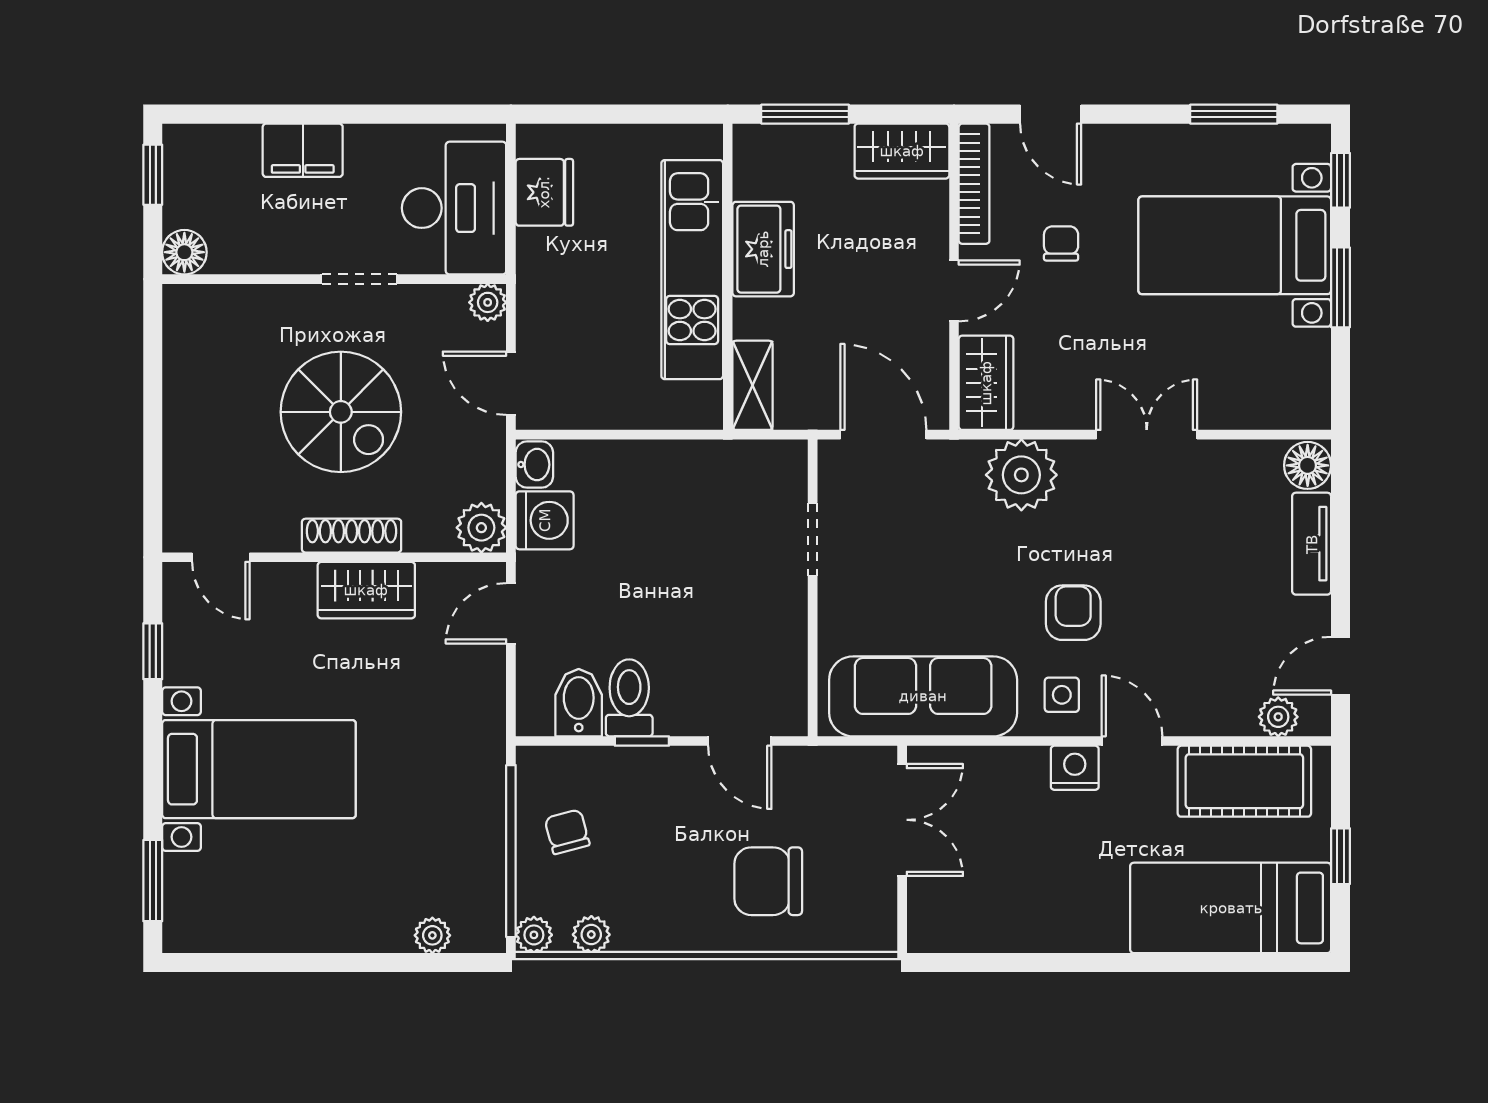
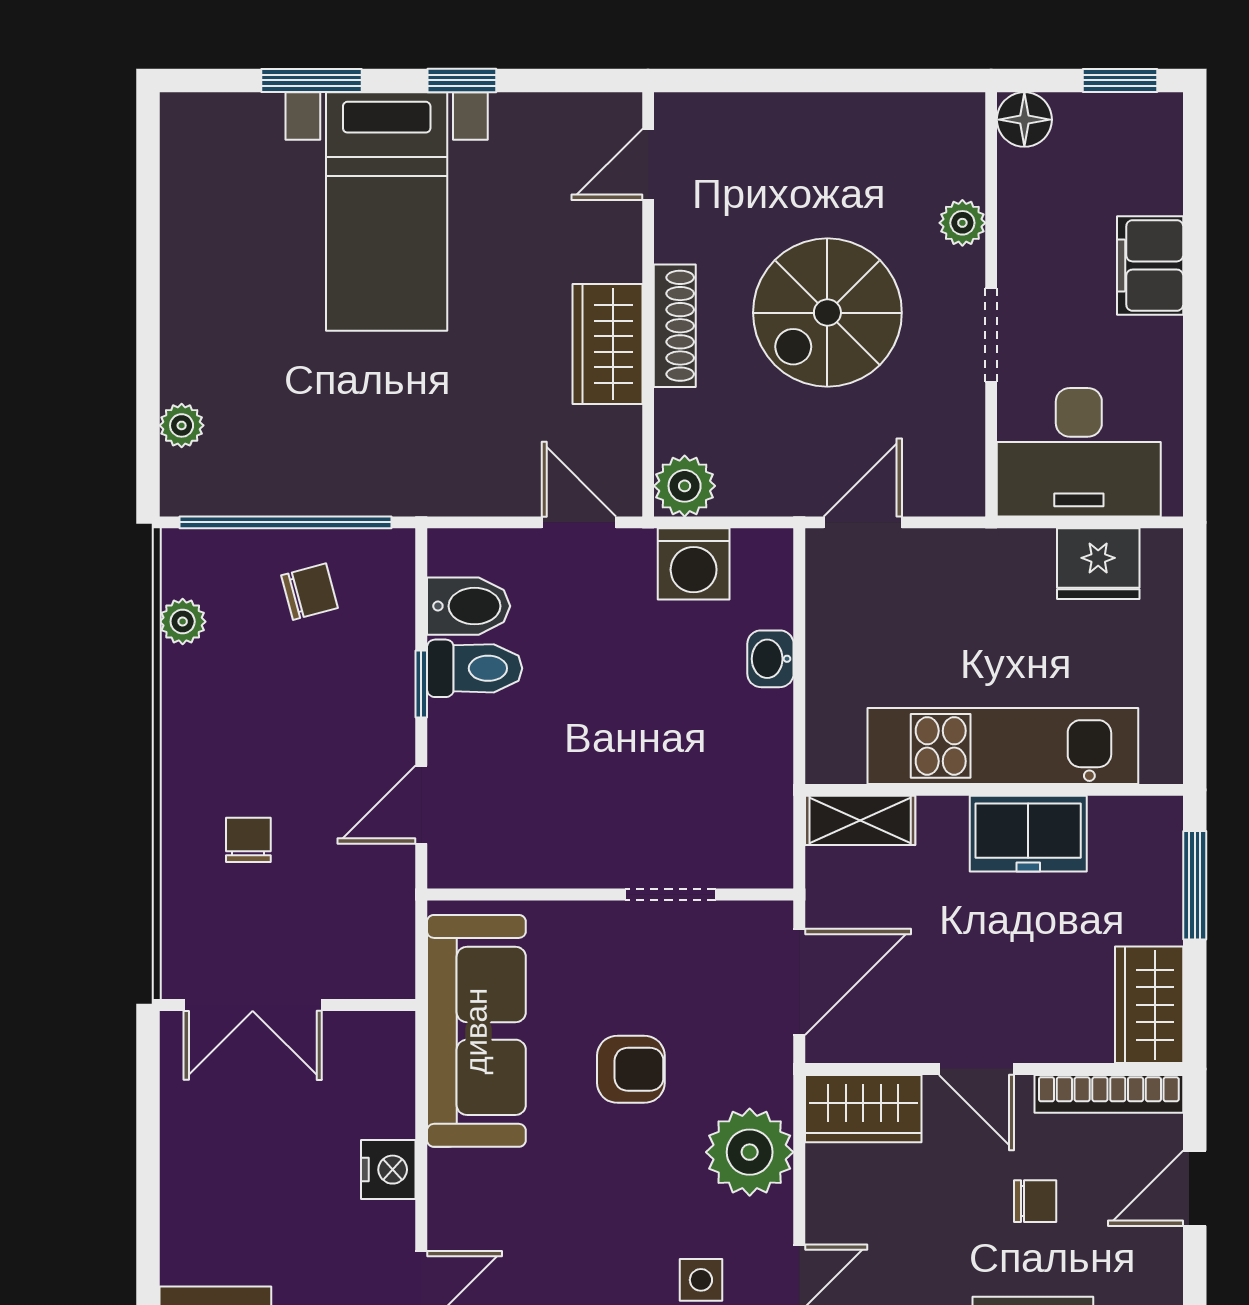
plant: (488, 302) -> (962, 223), moved
washbasin: (534, 465) -> (770, 659), moved, turned 90
armchair: (1073, 613) -> (631, 1069), moved
window: (153, 651) -> (462, 80), moved
side table: (1062, 695) -> (701, 1280), moved
nightstand: (1075, 768) -> (388, 1170), moved
double door: (902, 820) -> (253, 1005), moved
window: (153, 881) -> (311, 80), moved
chair: (768, 881) -> (248, 840), width x0.54, depth x0.54
plant: (534, 935) -> (182, 551), removed

